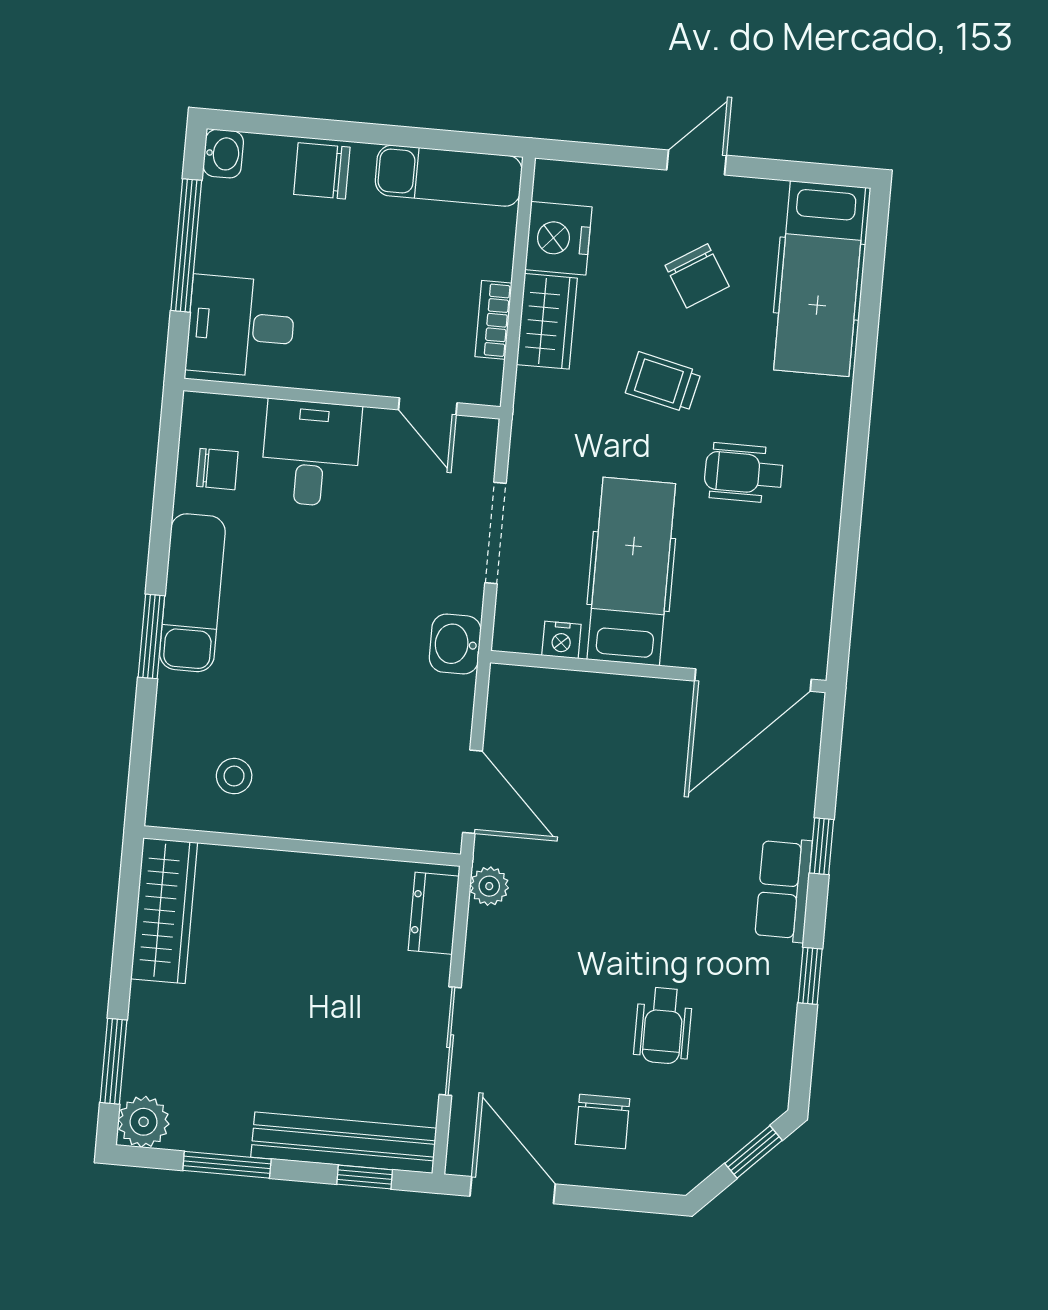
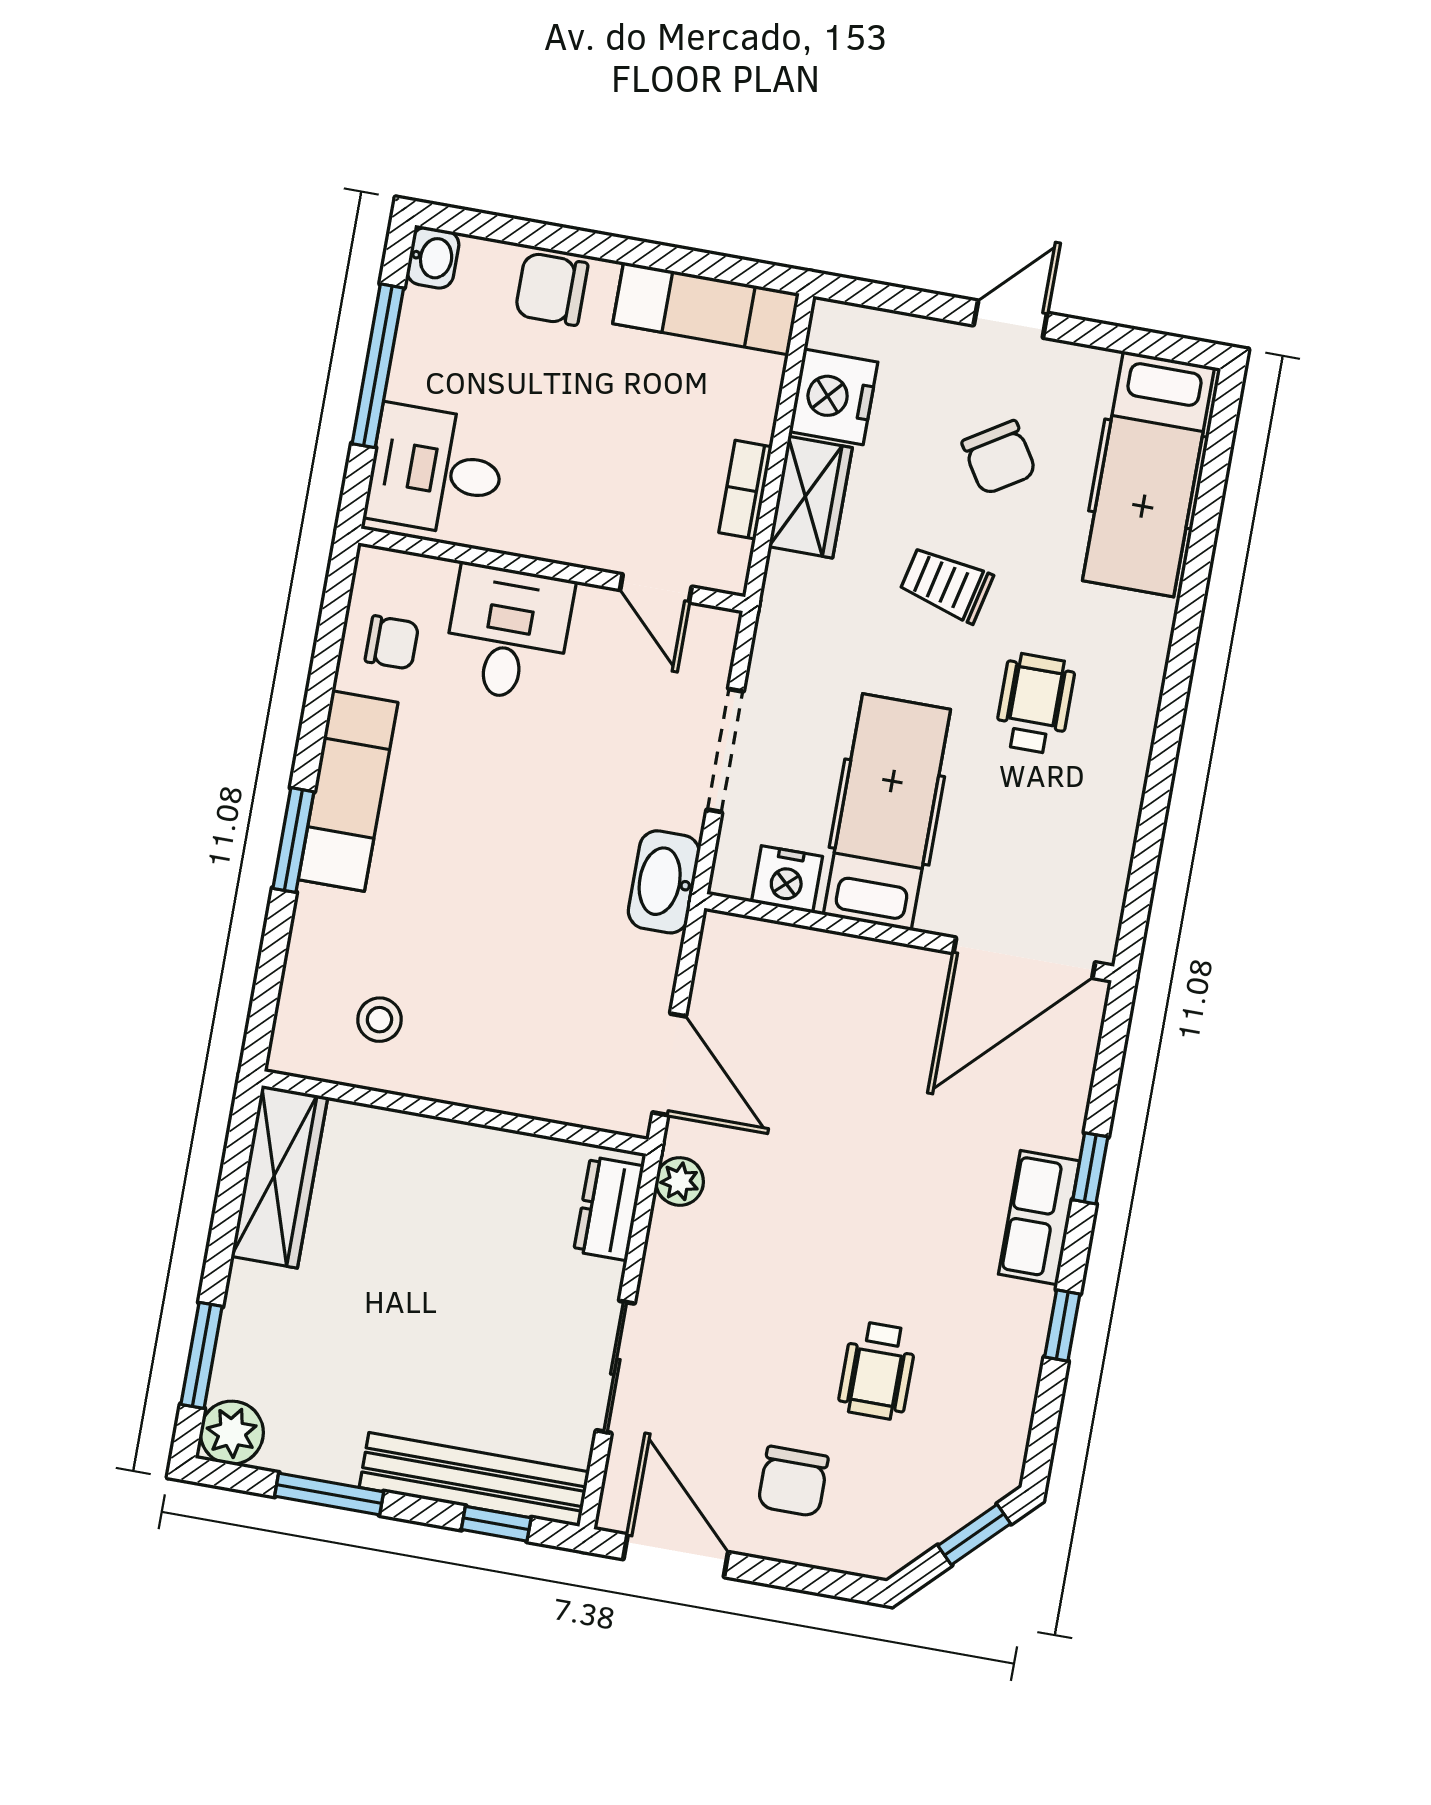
wheelchair: (744, 473) -> (1035, 703), turned 90
nightstand: (561, 640) -> (787, 879), width x1.39, depth x1.35
washbasin: (455, 644) -> (664, 882), width x1.38

